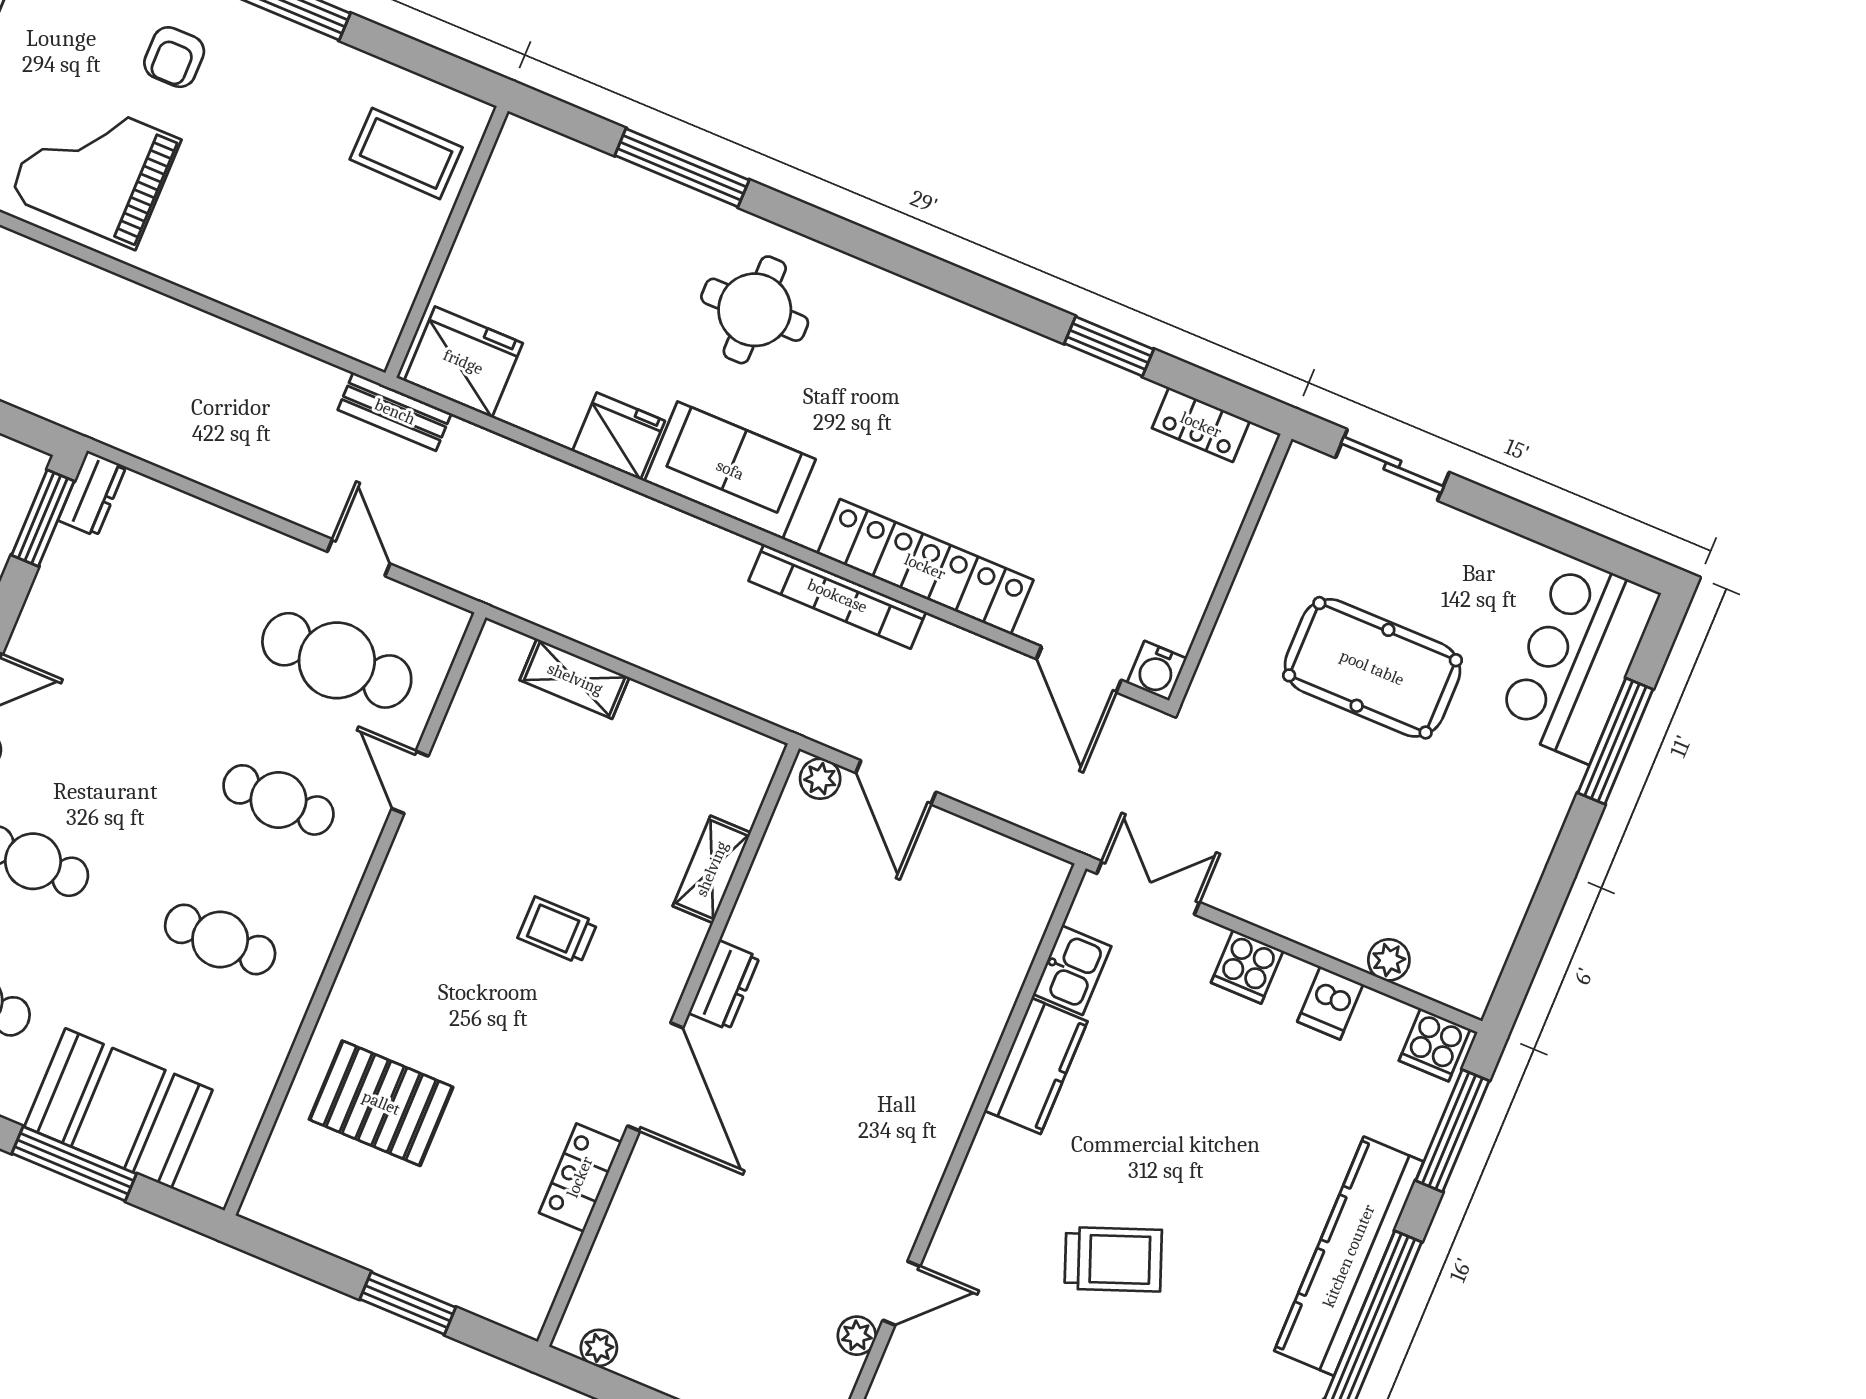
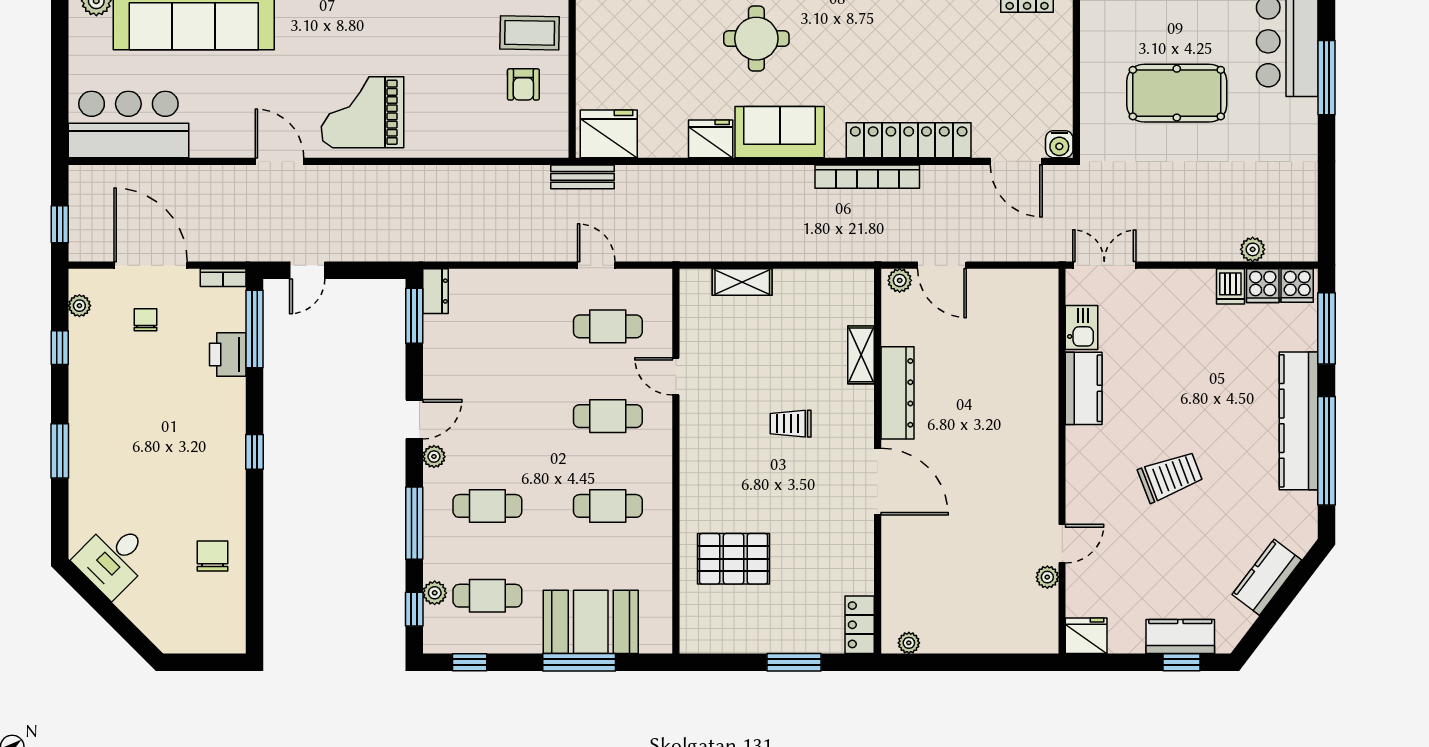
armchair: (174, 57) -> (523, 84), moved
cafe table: (337, 660) -> (608, 326), width x0.73, depth x0.74
cooker: (1247, 967) -> (1263, 286), moved
dresser: (724, 985) -> (898, 393), width x1.96, depth x1.24
locker: (580, 1177) -> (860, 625), moved

